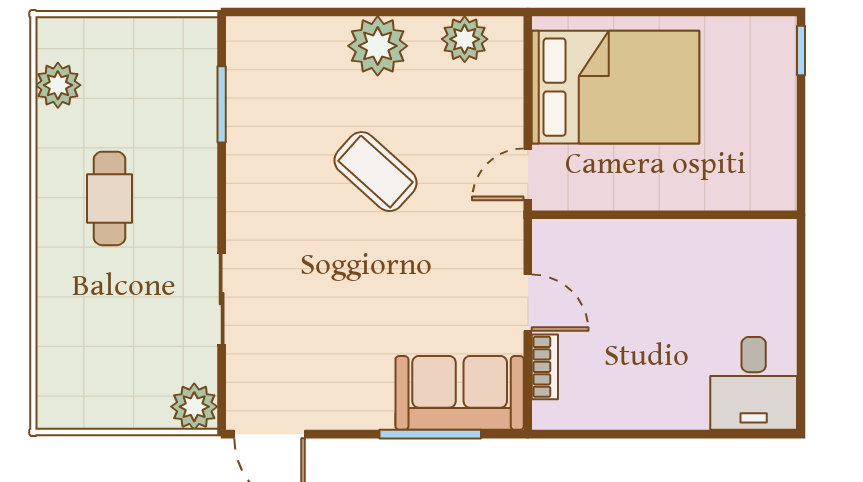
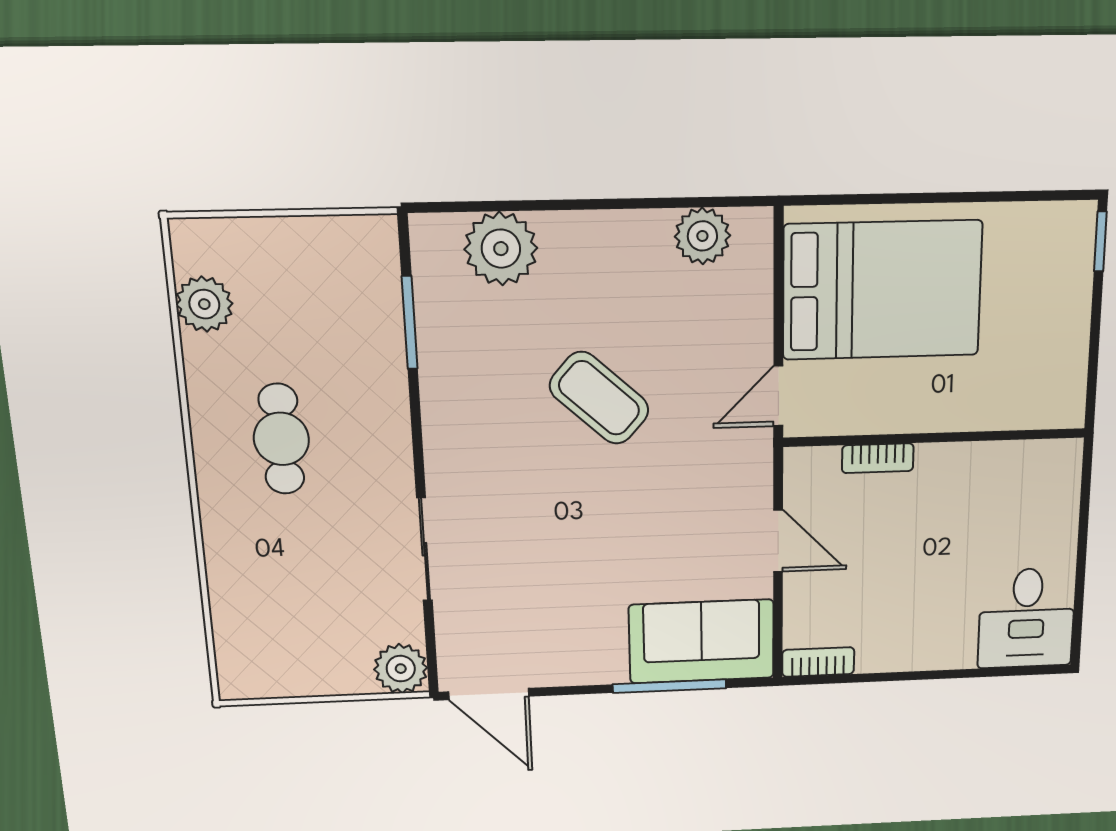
plant: (378, 46) -> (501, 249), moved
bookcase: (615, 231) -> (878, 458), added
bookcase: (545, 367) -> (818, 662), moved, turned -90

